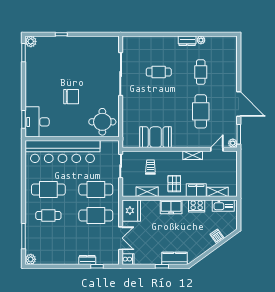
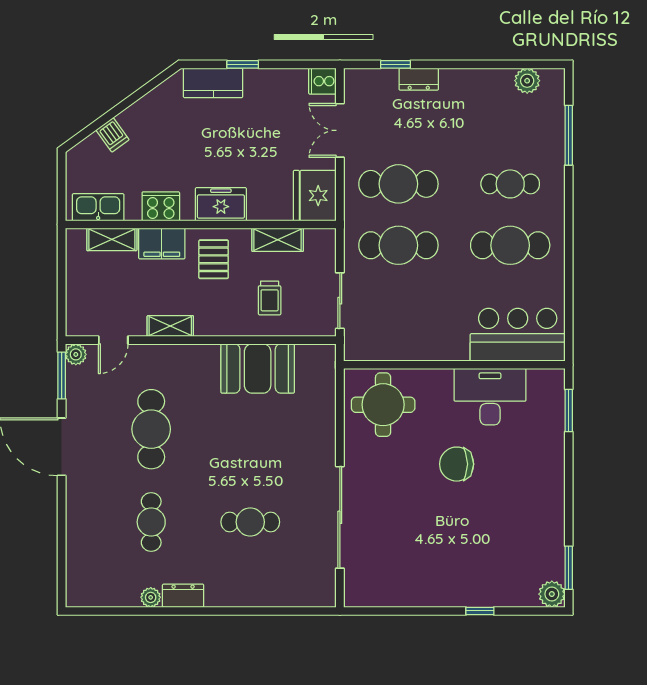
desk: (37, 122) -> (490, 397), moved, turned -90
bar counter: (62, 152) -> (518, 335), width x0.54
plant: (31, 259) -> (527, 81), moved

